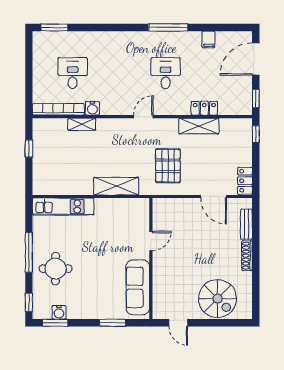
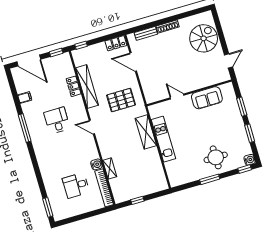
desk: (166, 73) -> (57, 121), turned 90
shelving: (199, 126) -> (87, 87), width x1.47
door: (213, 197) -> (133, 62), swing flipped
kitchen unit: (63, 207) -> (163, 139), moved
window: (29, 252) -> (210, 179), width x0.69
sofa: (138, 287) -> (207, 98), width x0.73
water cooler: (59, 312) -> (249, 160), moved
window: (55, 323) -> (250, 133), moved

